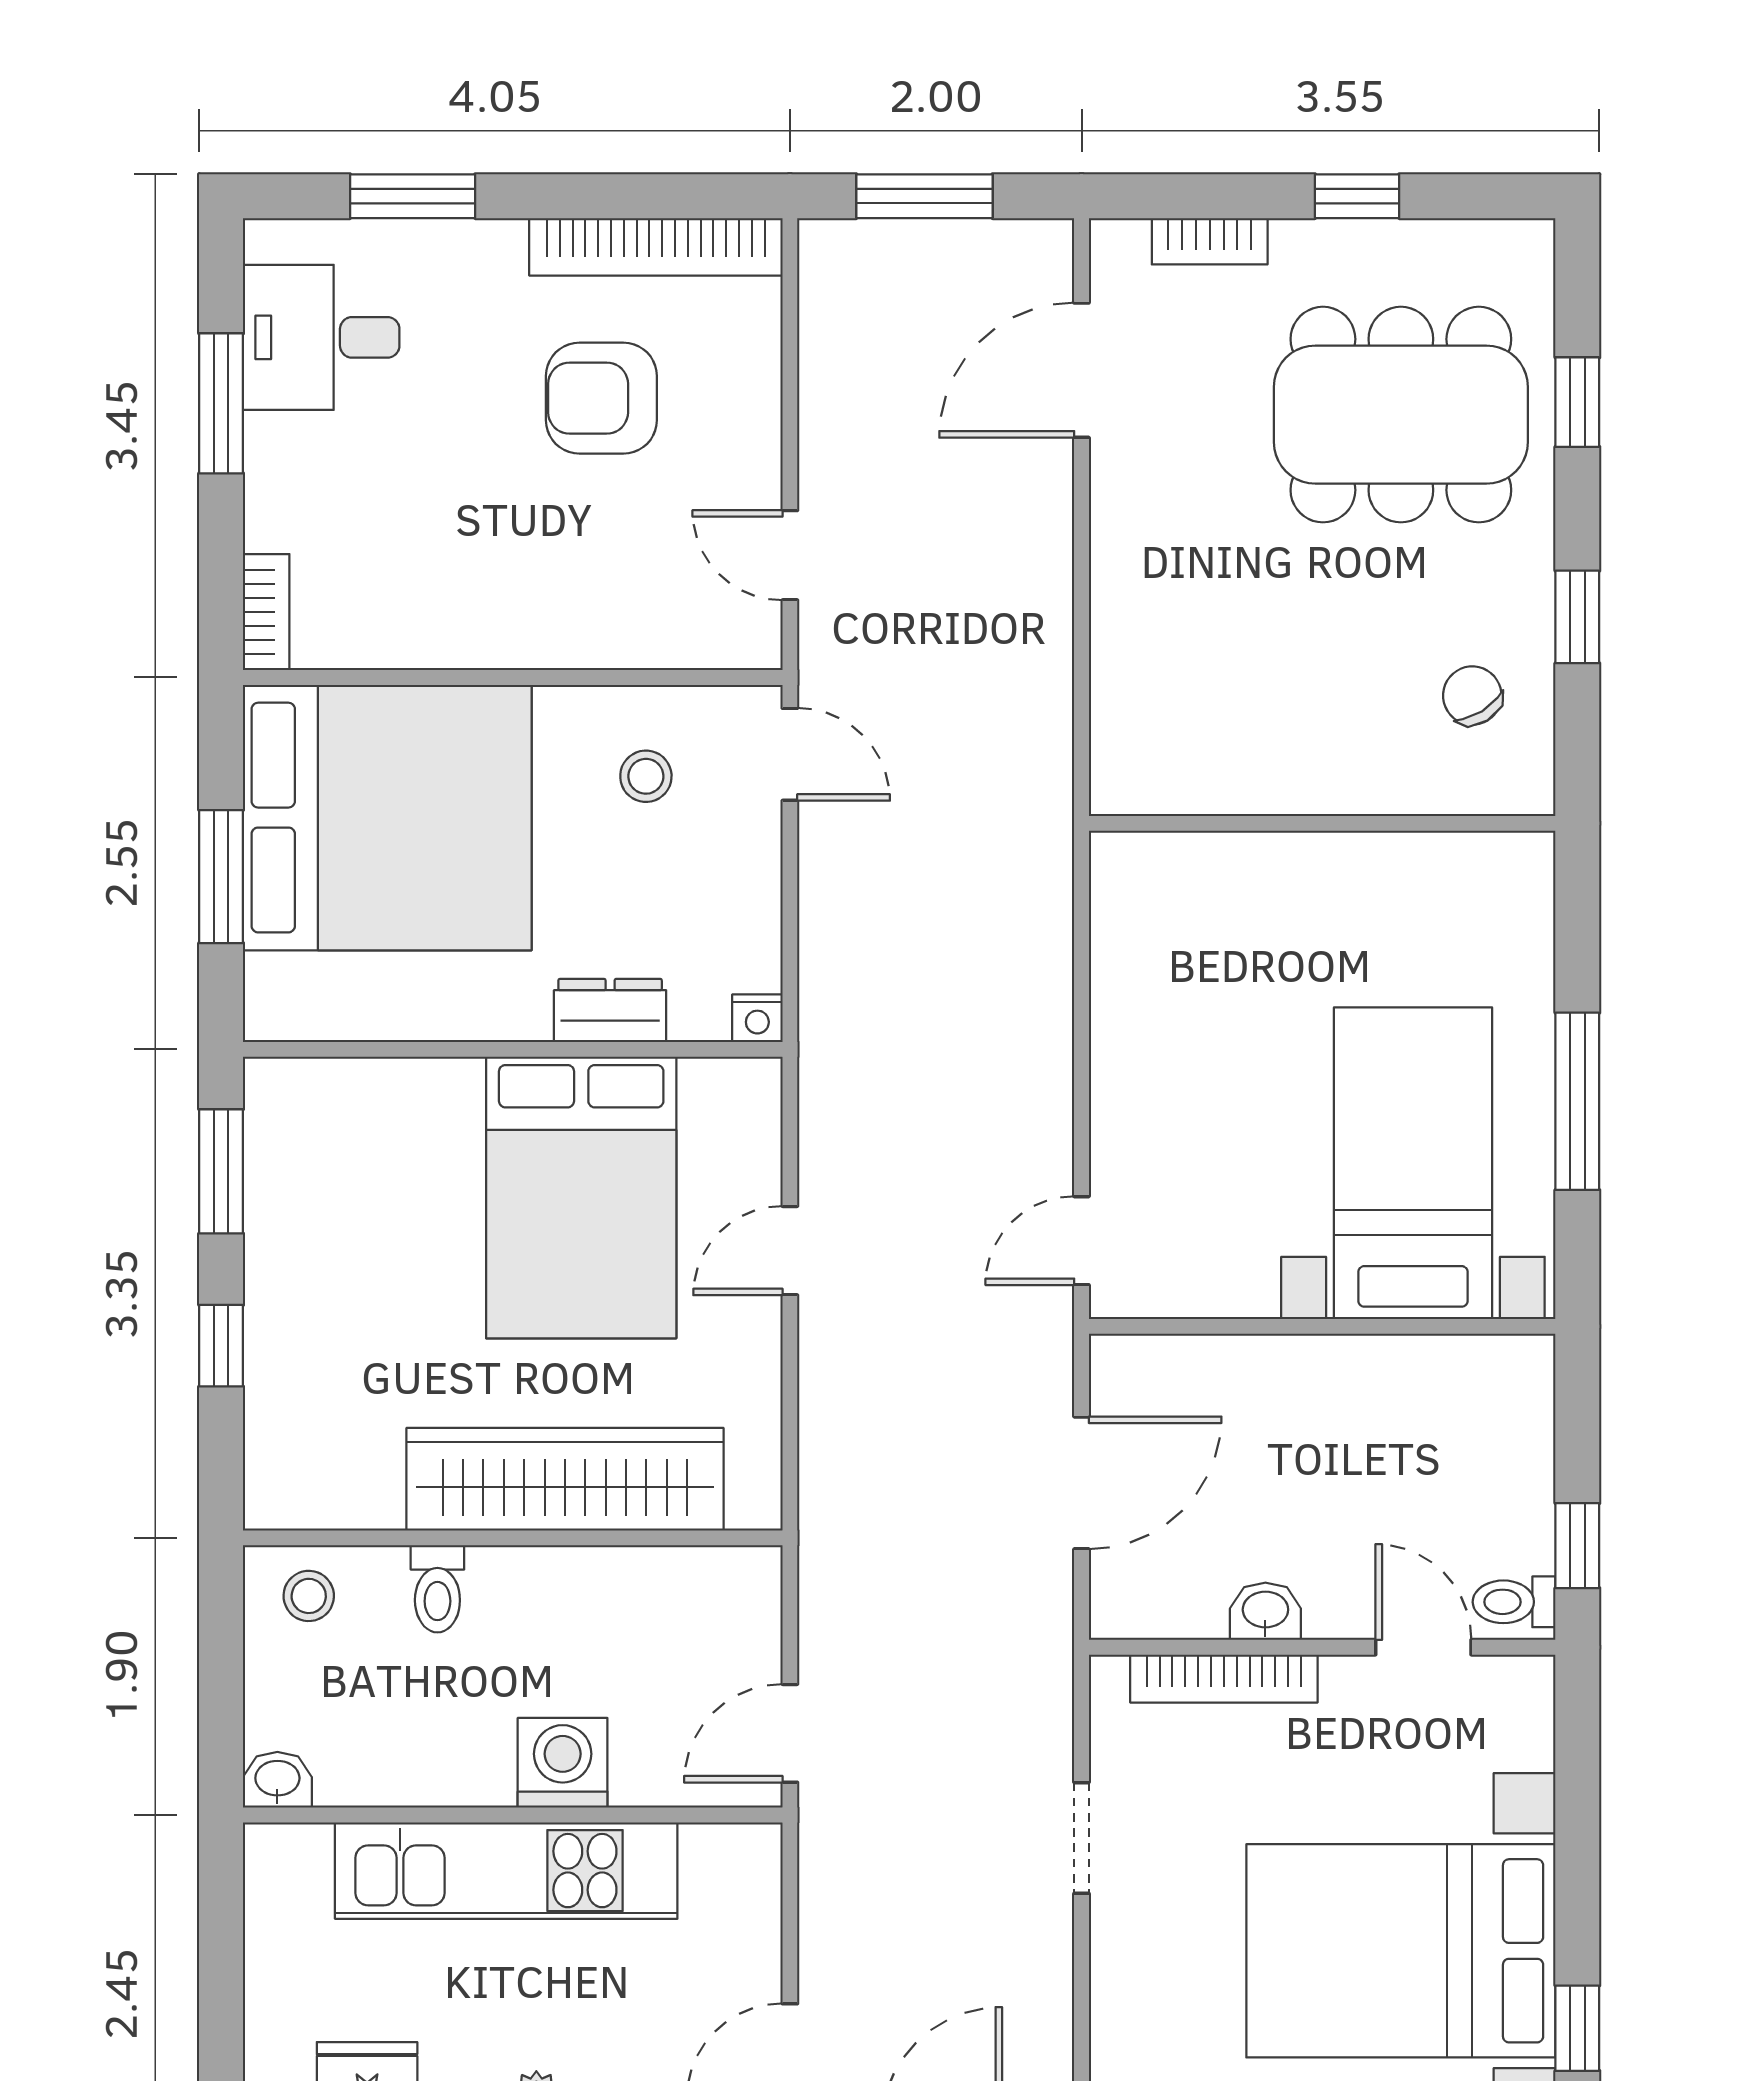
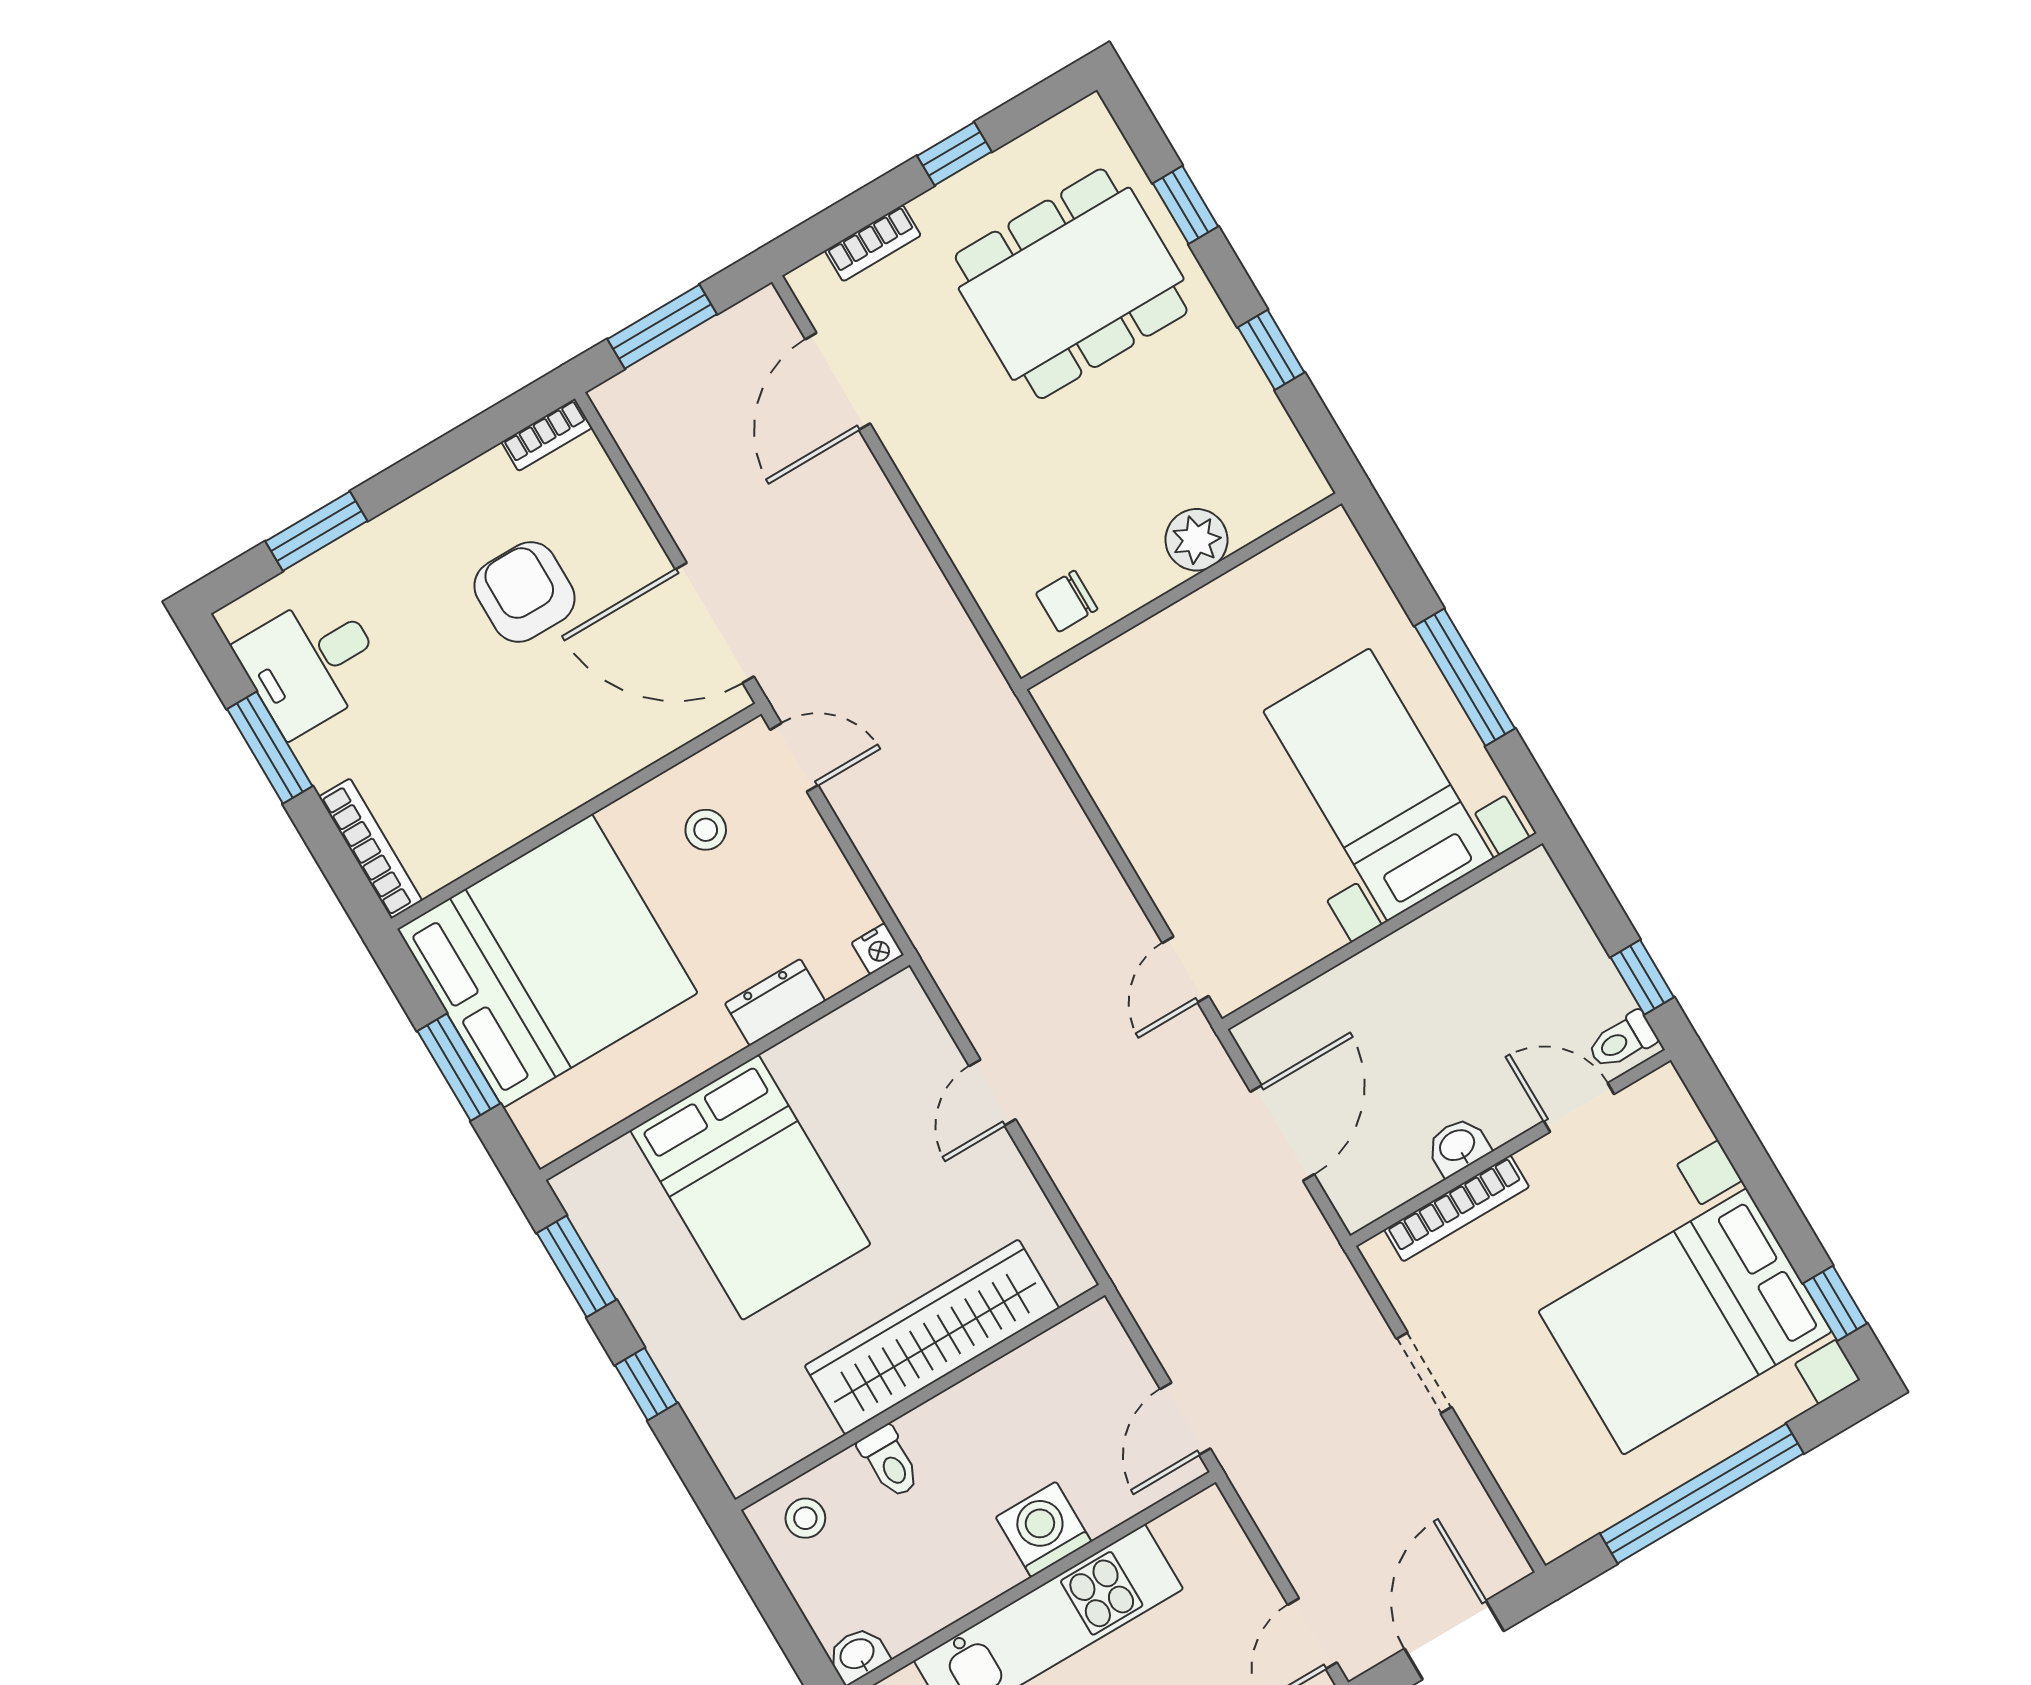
bookcase: (656, 247) -> (547, 435), width x0.43, depth x0.76
armchair: (601, 398) -> (525, 592), turned 90
door: (790, 555) -> (715, 623), width x1.87
bookcase: (266, 612) -> (371, 849), width x1.56
chair: (1472, 696) -> (1067, 601), moved, turned -58
plant: (1372, 777) -> (1196, 540), added
bed: (581, 1197) -> (750, 1187), moved

